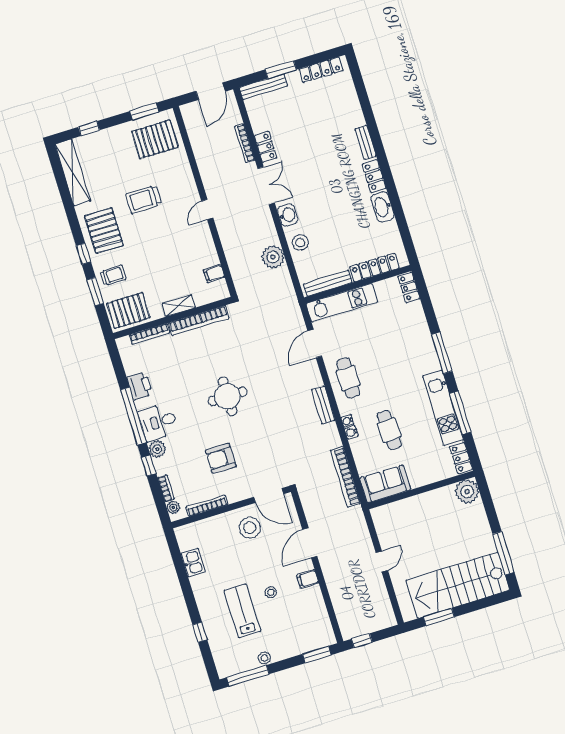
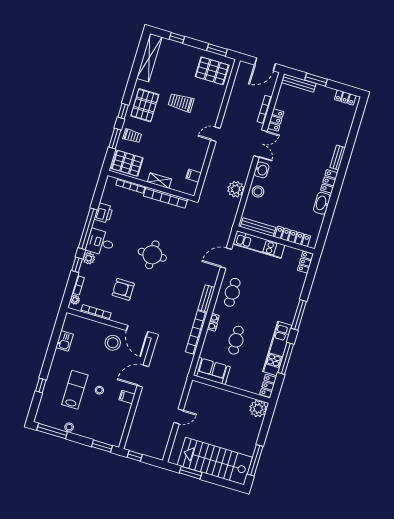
locker: (321, 70) -> (345, 97), width x0.66
bookcase: (345, 477) -> (196, 333), moved

